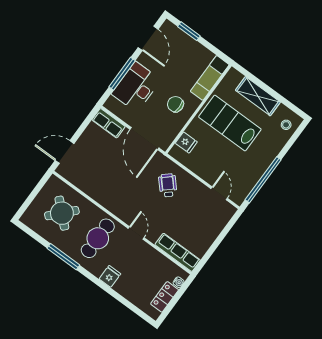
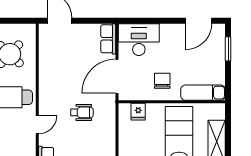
window: (122, 74) -> (155, 21), removed
desk: (136, 87) -> (139, 40), moved
wheelchair: (168, 185) -> (82, 112), moved, turned 42

